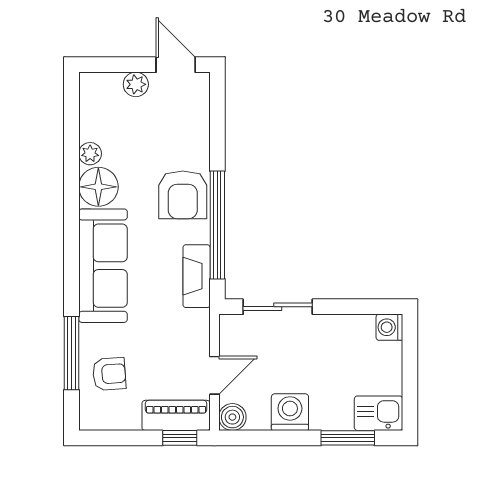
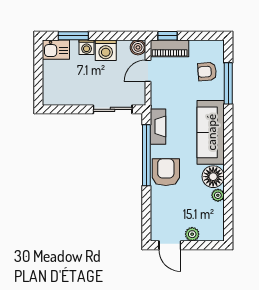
washing machine: (389, 327) -> (87, 47), moved, turned 90

